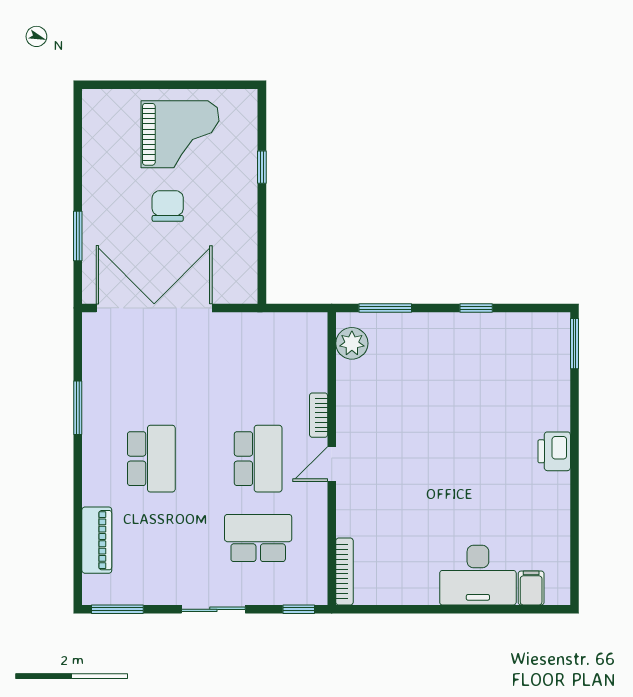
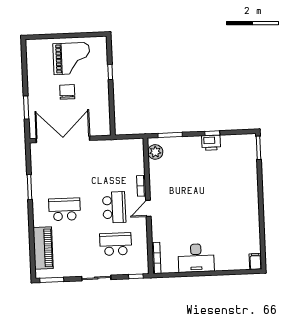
printer: (554, 451) -> (211, 143), moved, turned -90
school desk: (151, 459) -> (65, 209), turned -90
piano: (97, 540) -> (43, 248), width x1.37, depth x1.33
desk: (478, 575) -> (196, 258), moved
filing cabinet: (531, 588) -> (255, 261), moved

